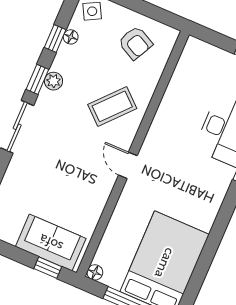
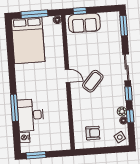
armchair: (135, 43) -> (93, 133), turned 153
plant: (54, 81) -> (122, 111), moved
coffee table: (112, 106) -> (93, 81), moved

